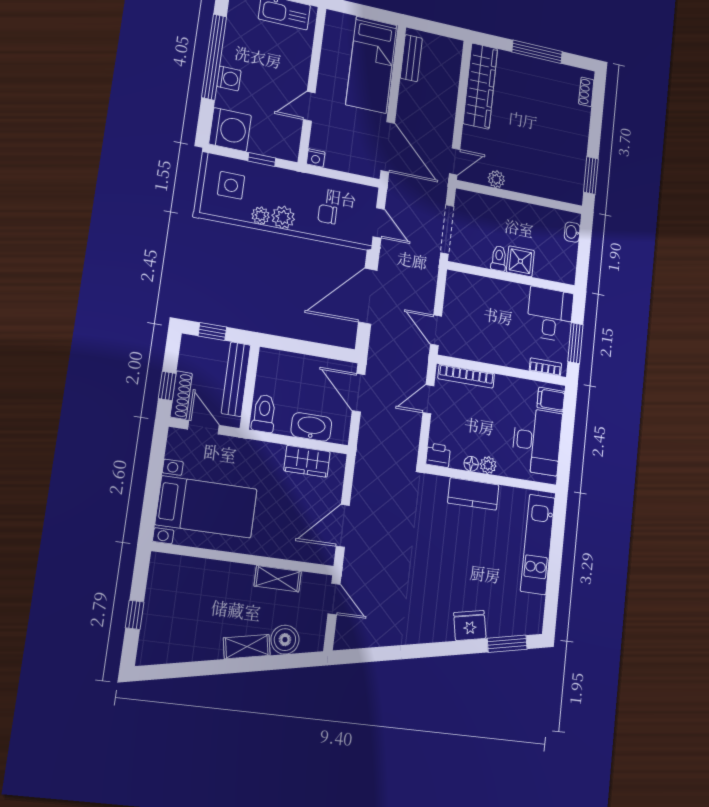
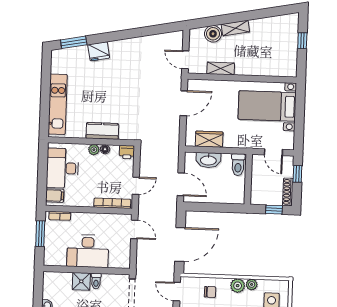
desk: (550, 314) -> (88, 251), moved, width x1.37
bench: (236, 379) -> (257, 183), removed
shoe rack: (181, 395) -> (288, 192), moved

